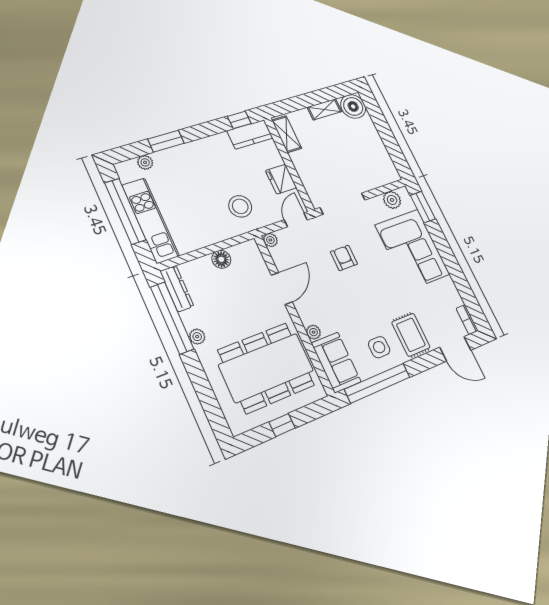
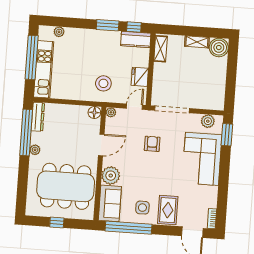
window: (166, 141) -> (108, 25), moved
floor lamp: (221, 259) -> (94, 112), moved
plant: (314, 332) -> (111, 176), width x1.88, depth x1.88

